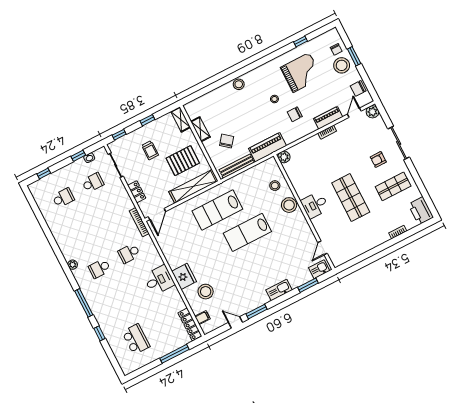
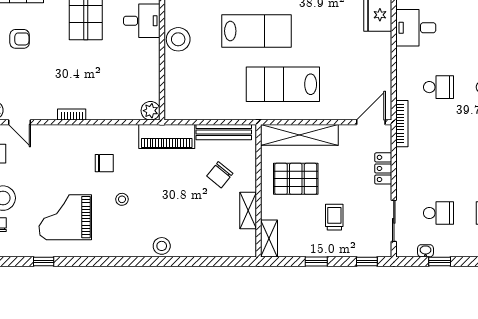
door: (354, 113) -> (19, 122), hinge flipped
piano: (328, 118) -> (60, 134), removed
school desk: (93, 183) -> (439, 213), turned 180
stool: (275, 186) -> (184, 77), removed
lab bench: (217, 210) -> (283, 84), turned 180

